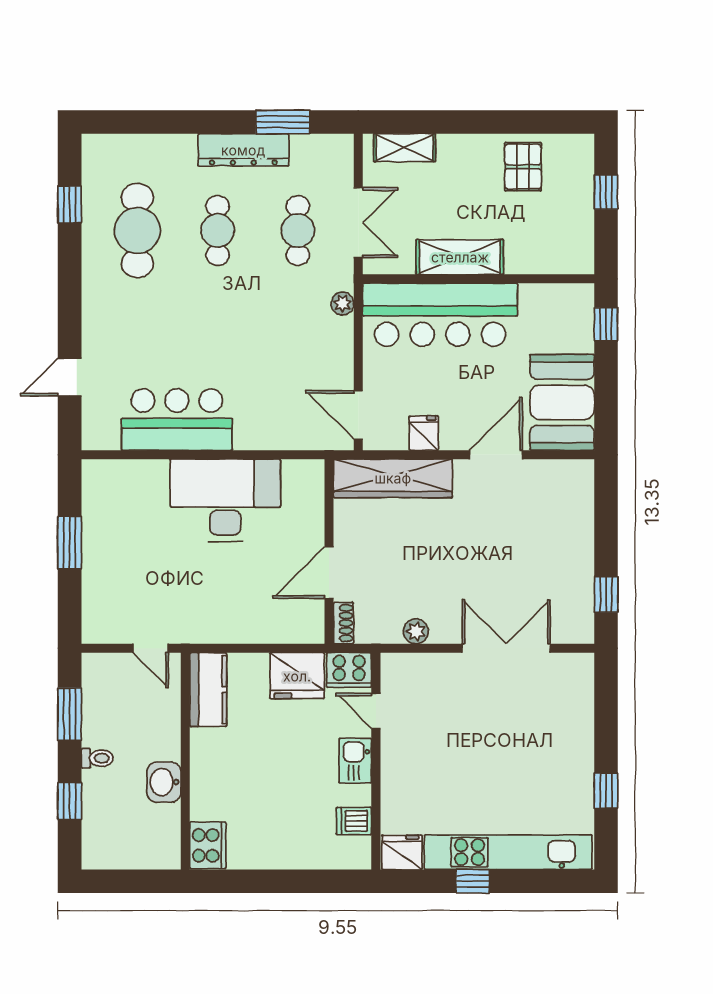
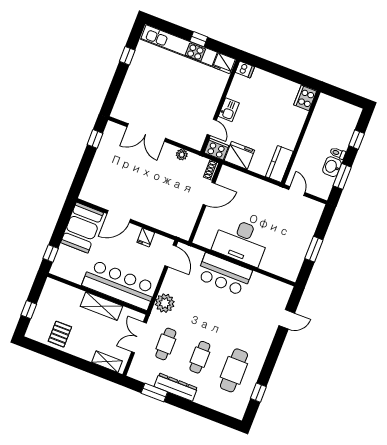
plant: (343, 304) -> (165, 303), width x1.88, depth x1.88
bar counter: (177, 420) -> (224, 274), moved
wardrobe: (393, 478) -> (166, 223), removed
washbasin: (164, 782) -> (332, 167), moved, turned 180
dishwasher: (354, 821) -> (245, 70), moved

